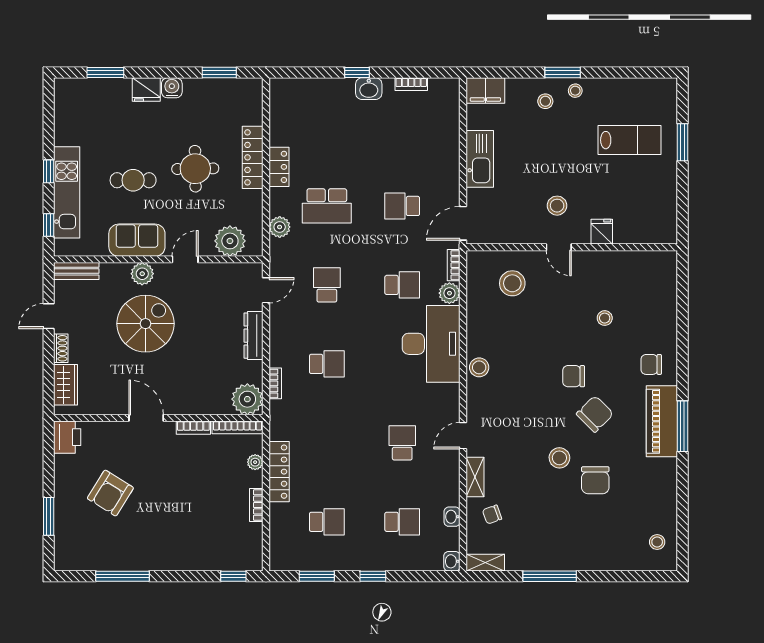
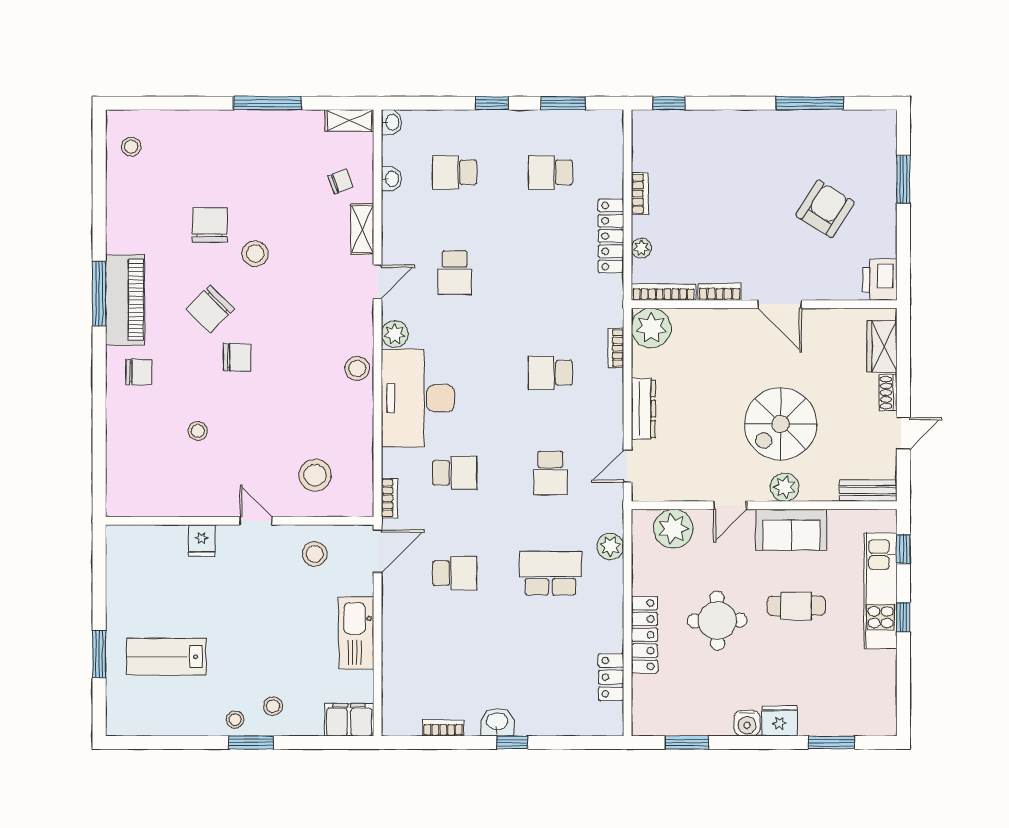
locker: (279, 167) -> (611, 677), moved
stool: (557, 206) -> (315, 554), moved
school desk: (402, 285) -> (455, 473), turned 180
plant: (449, 293) -> (395, 334), moved

